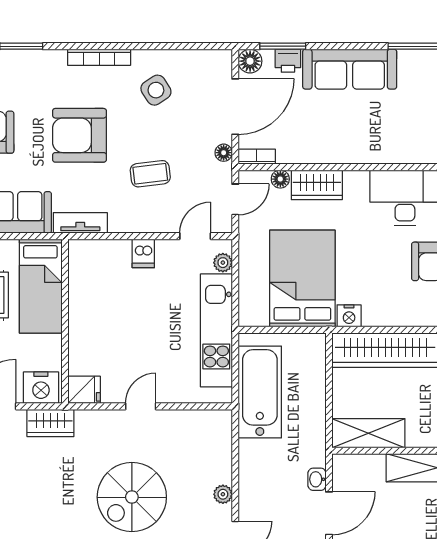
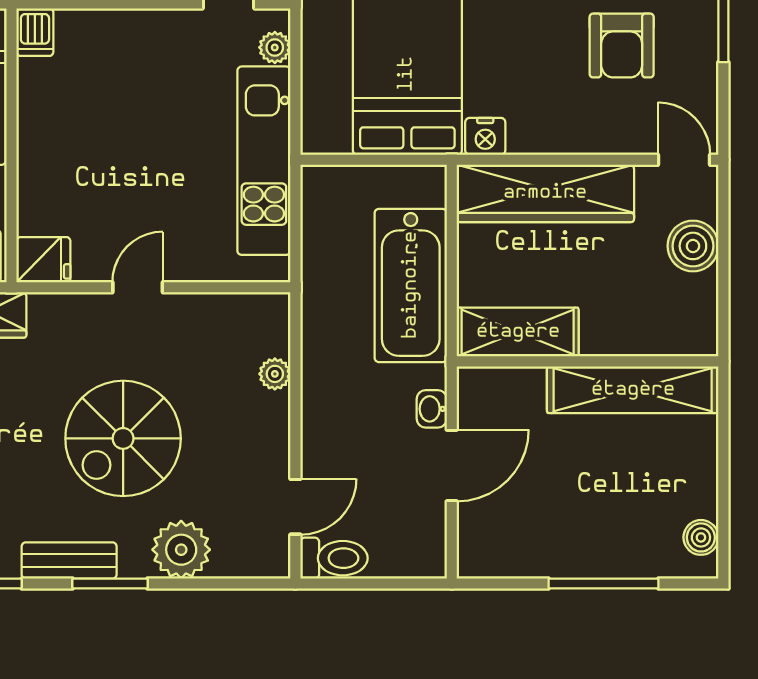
dishwasher: (143, 253) -> (35, 32), moved
bathtub: (260, 392) -> (411, 285), moved, turned 180
plant: (223, 494) -> (275, 374), moved

